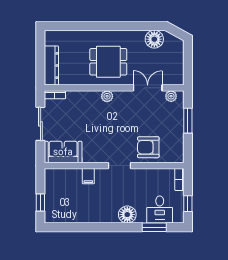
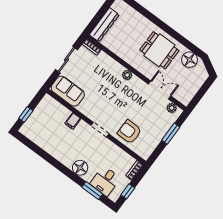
dining table: (108, 62) -> (159, 50), moved

